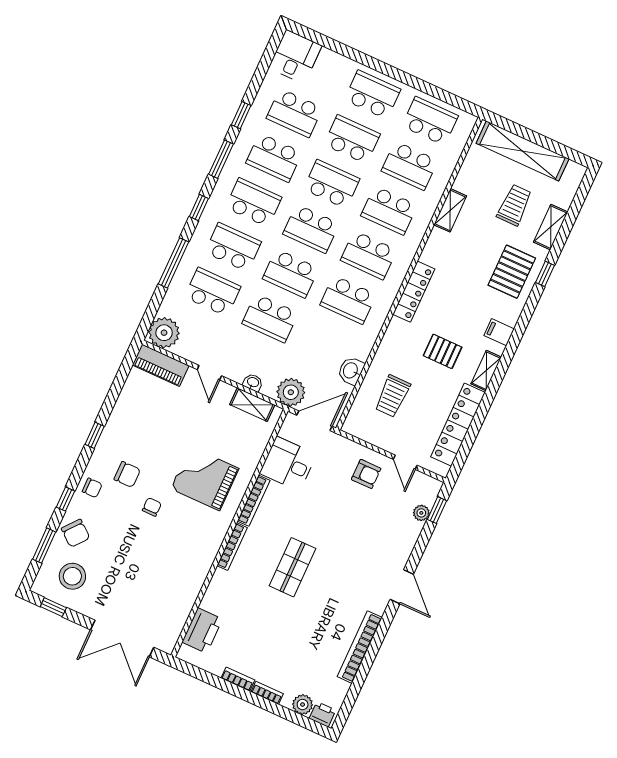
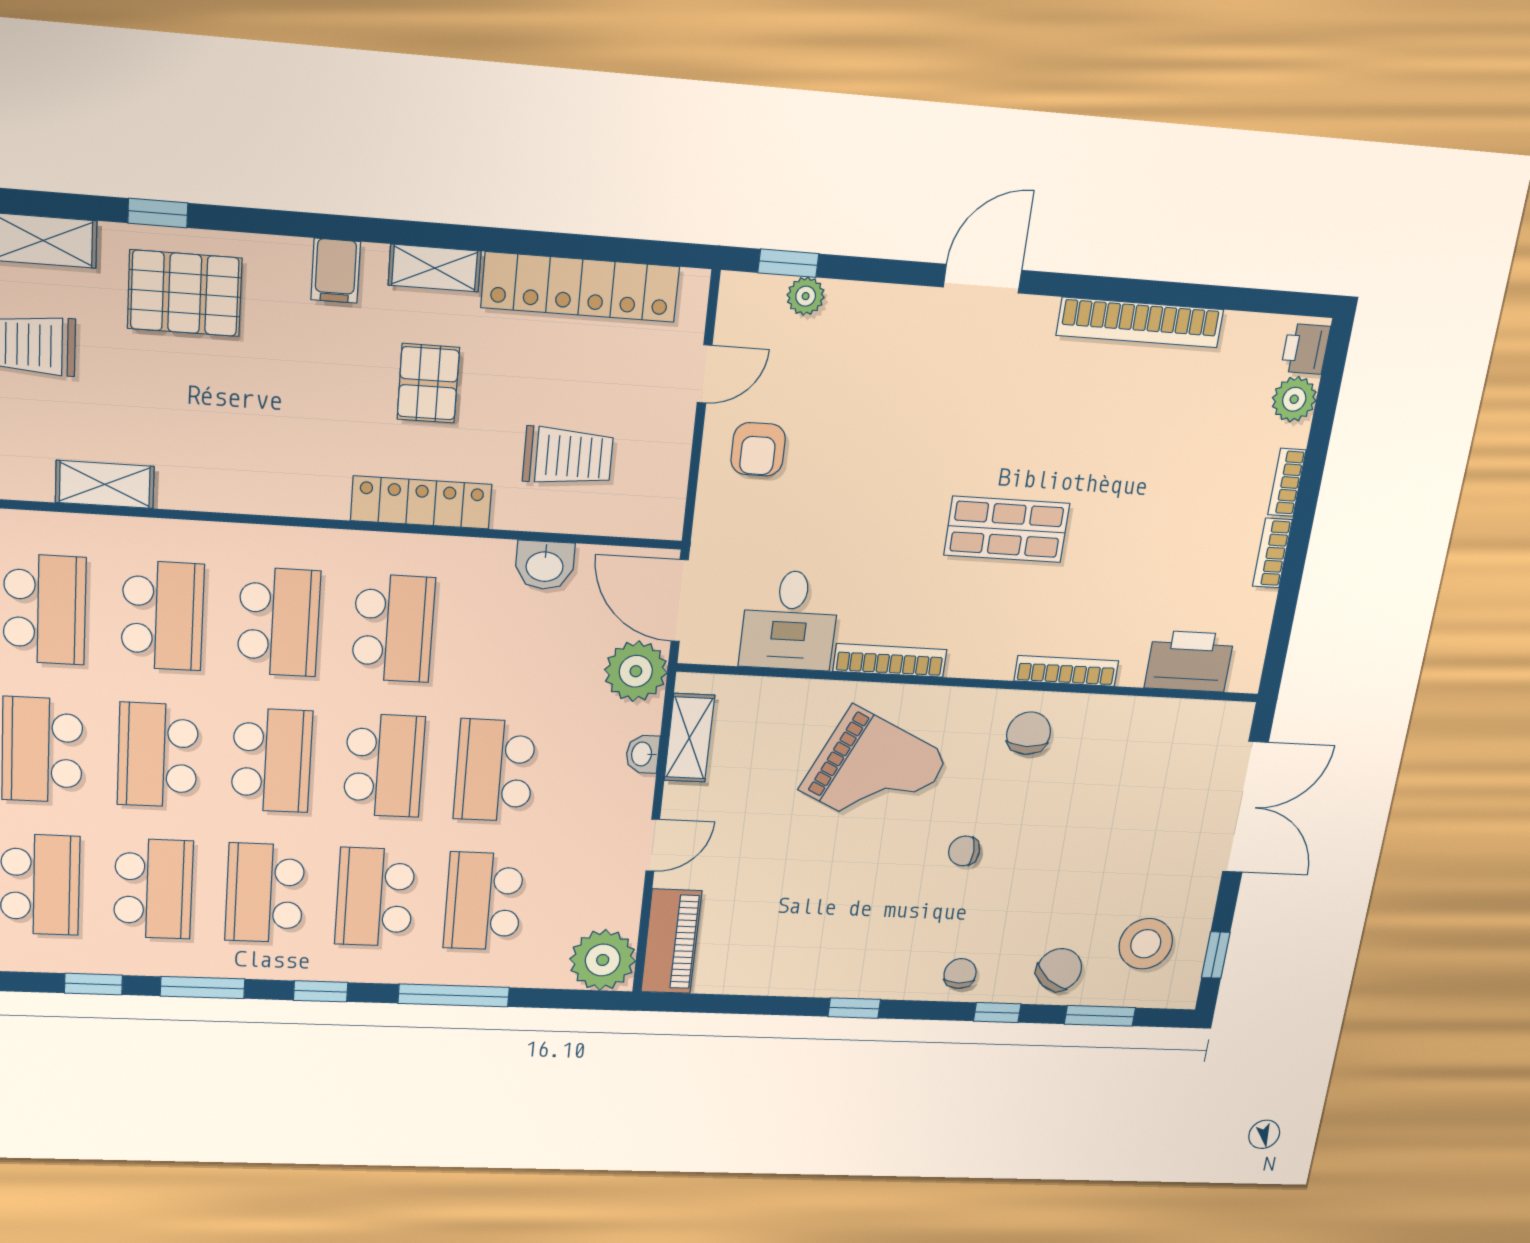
locker: (414, 292) -> (421, 502), moved
school desk: (270, 318) -> (495, 771), turned 180
chair: (127, 474) -> (1029, 733), moved
armchair: (366, 474) -> (758, 449), turned 180
grand piano: (205, 479) -> (874, 773), turned -65
bookcase: (232, 547) -> (1066, 671), moved

